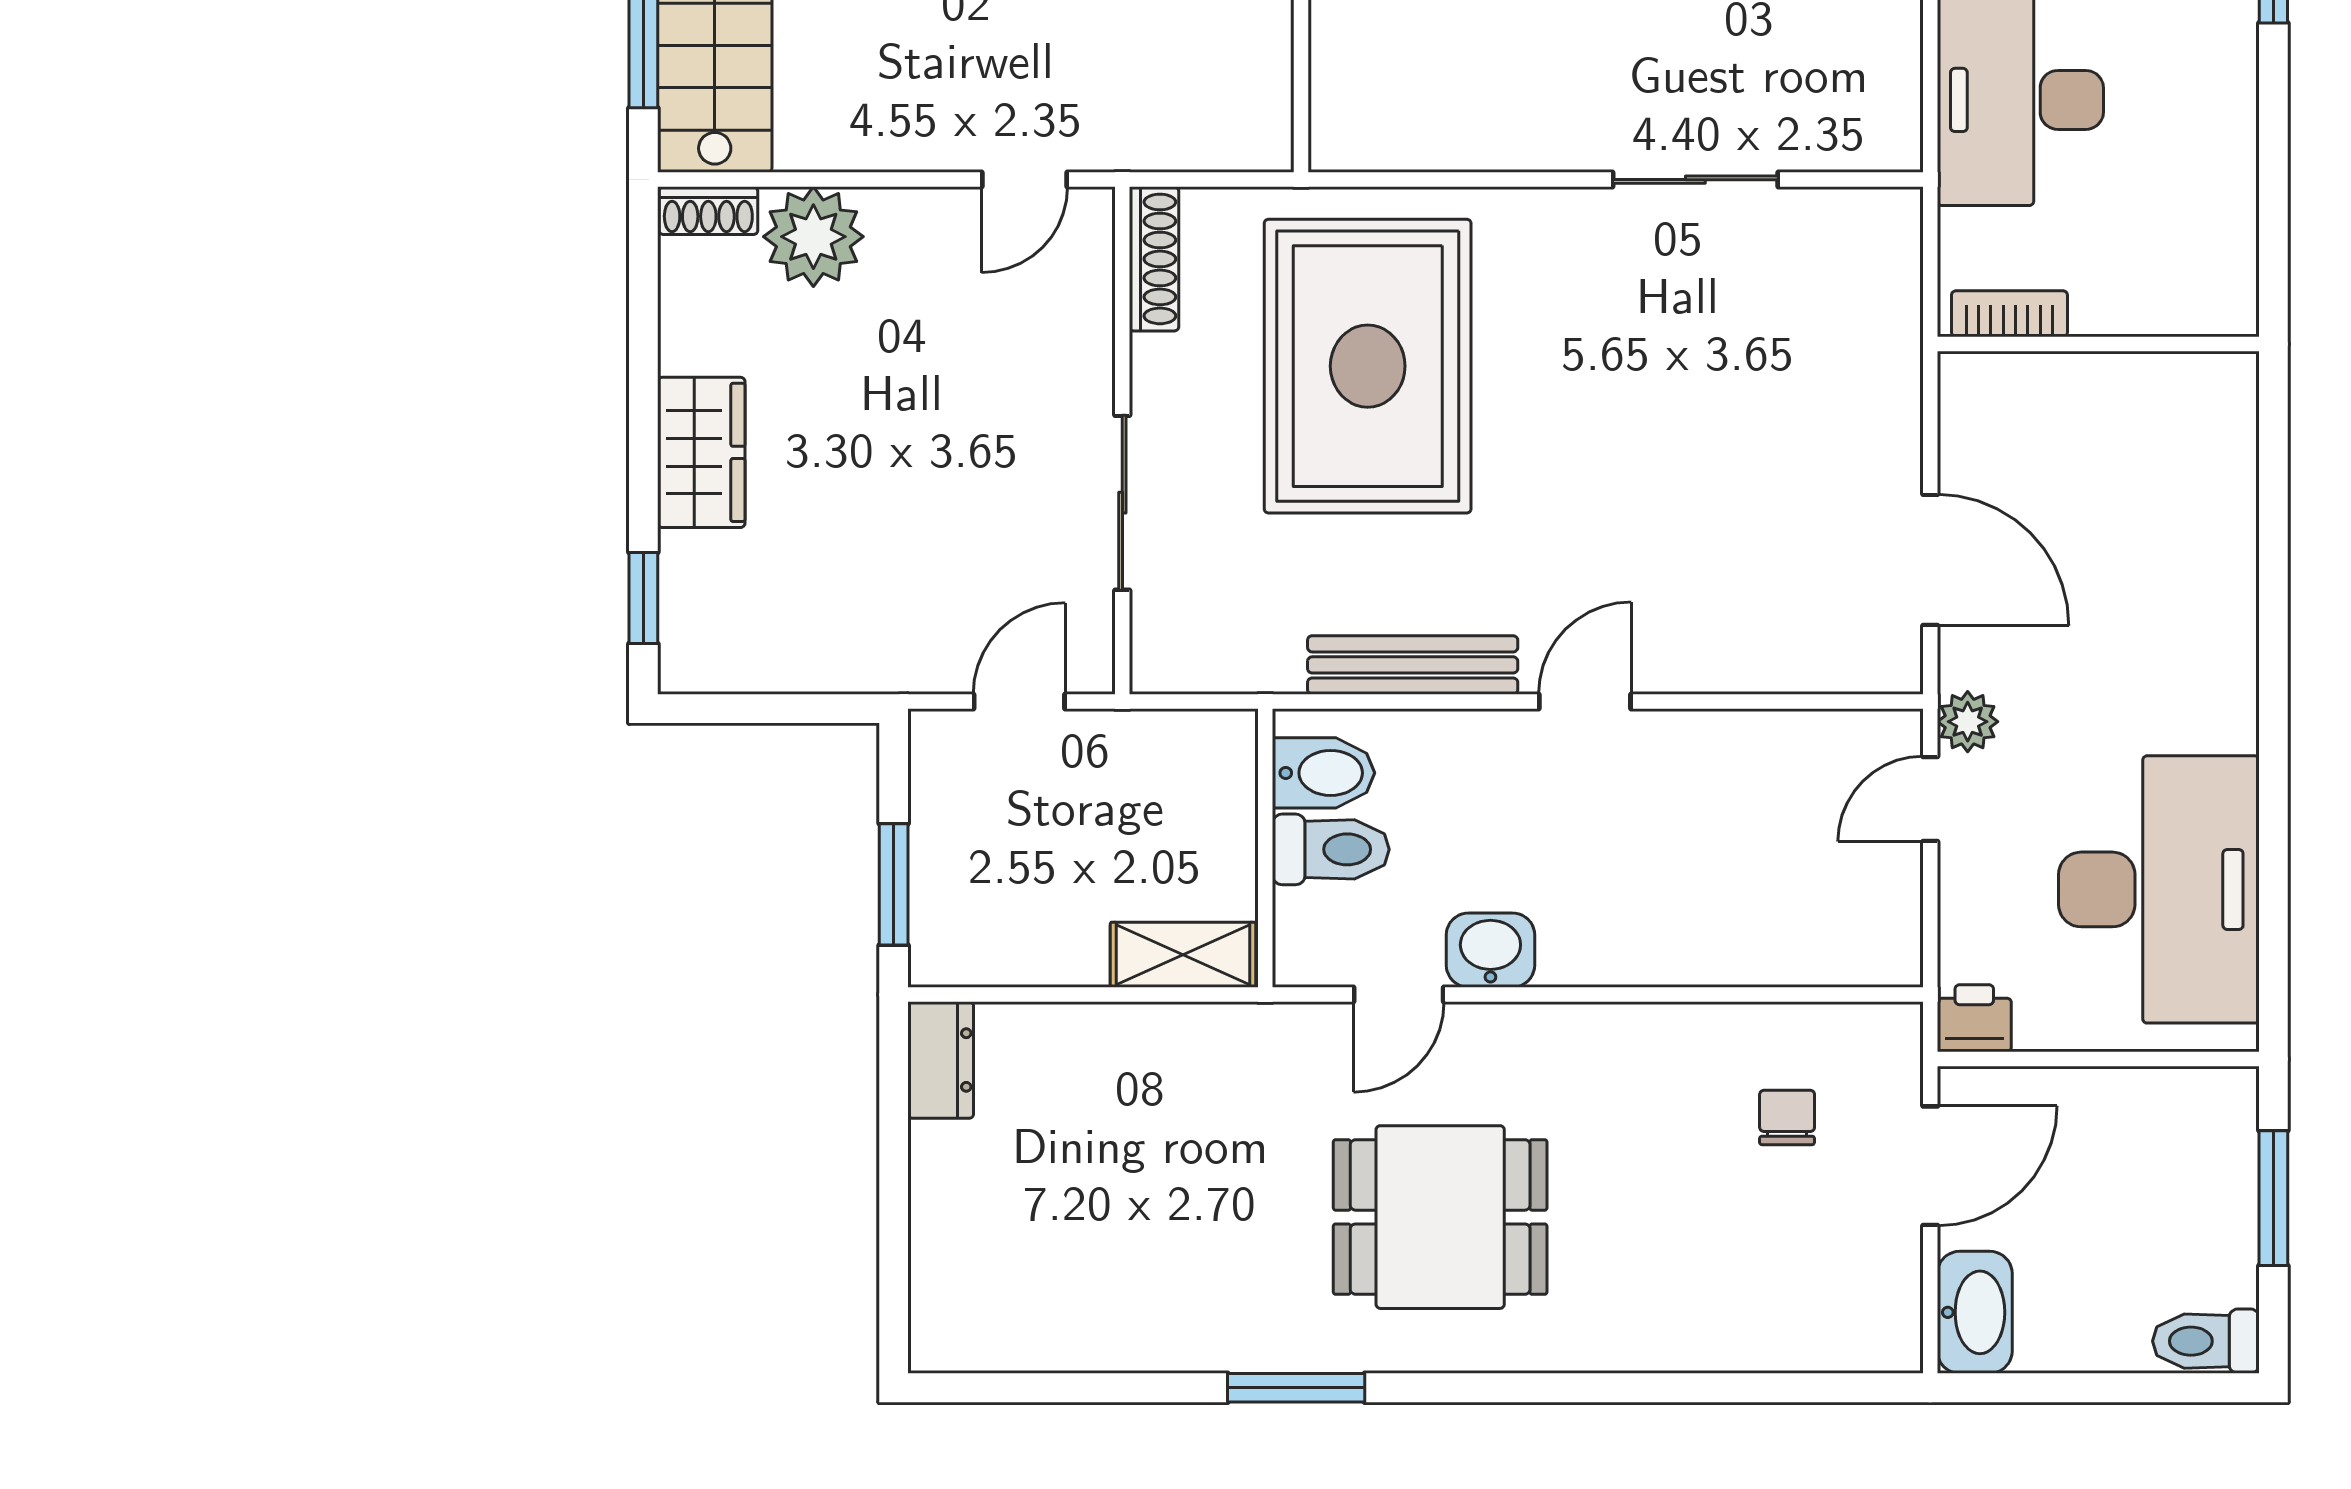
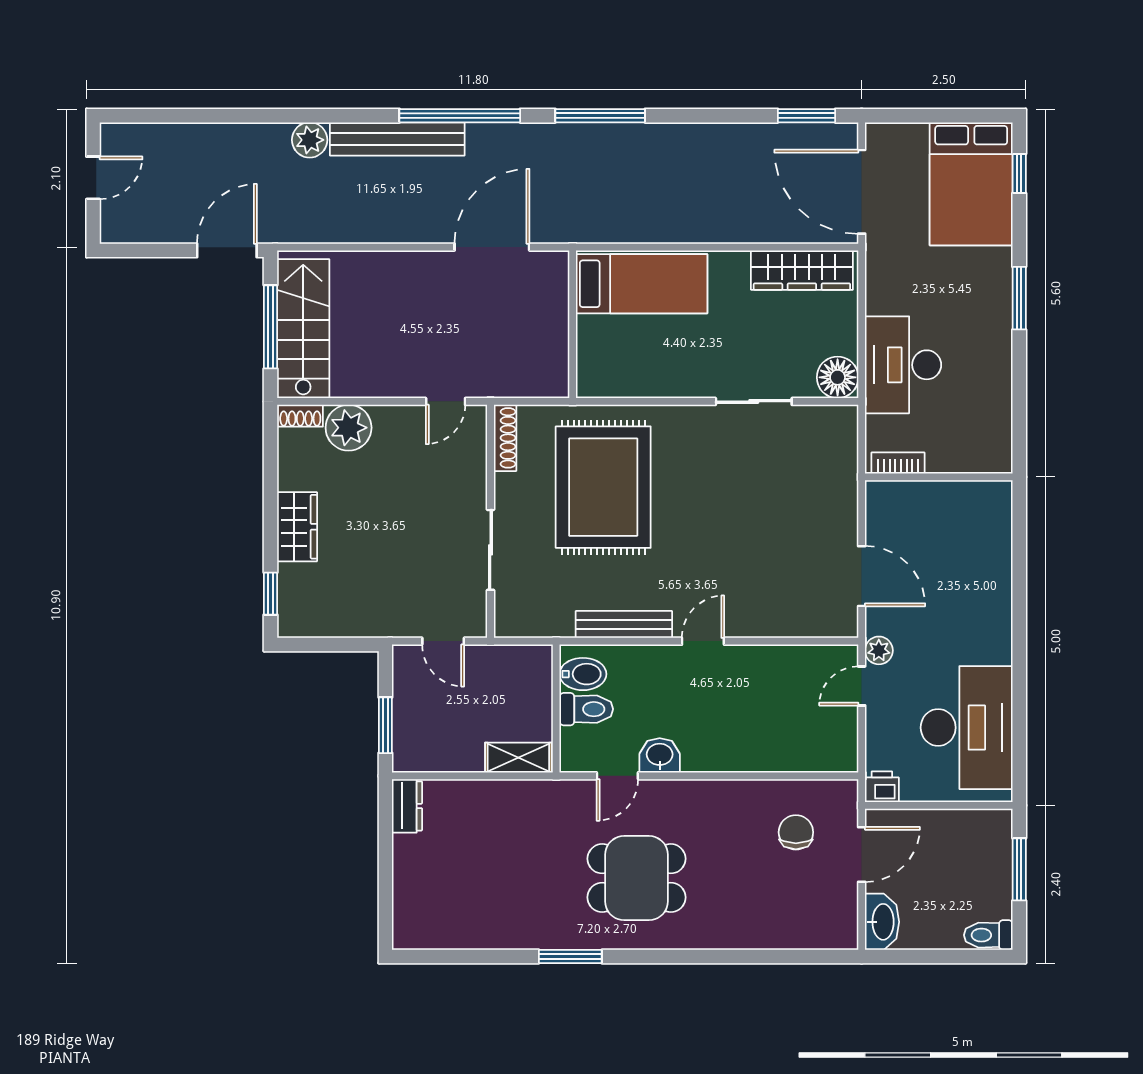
floor lamp: (1878, 127) -> (838, 377), added
door: (1019, 701) -> (443, 641), swing flipped
chair: (1787, 1117) -> (796, 832), width x1.37, depth x1.37

